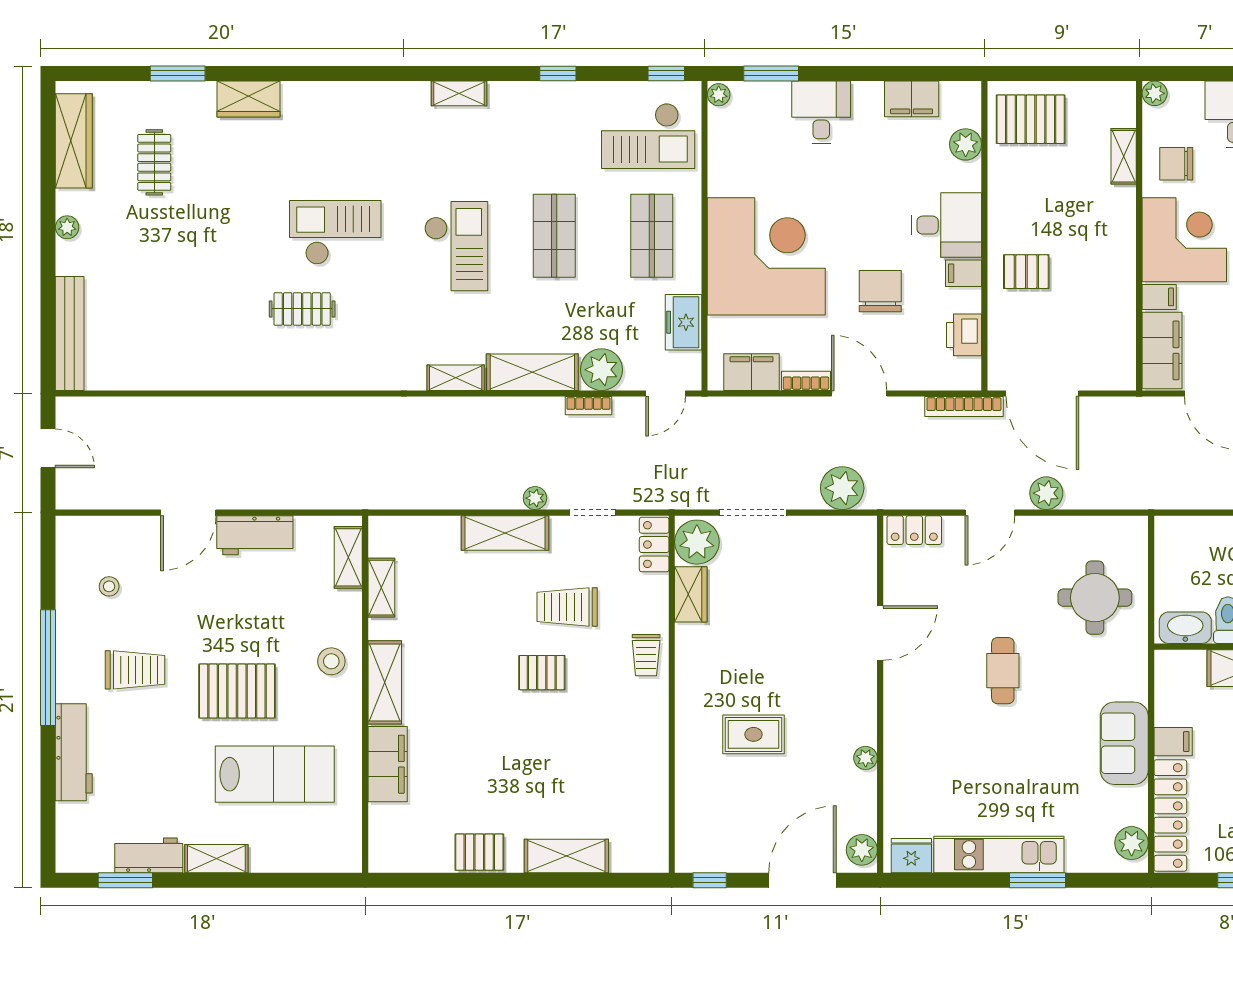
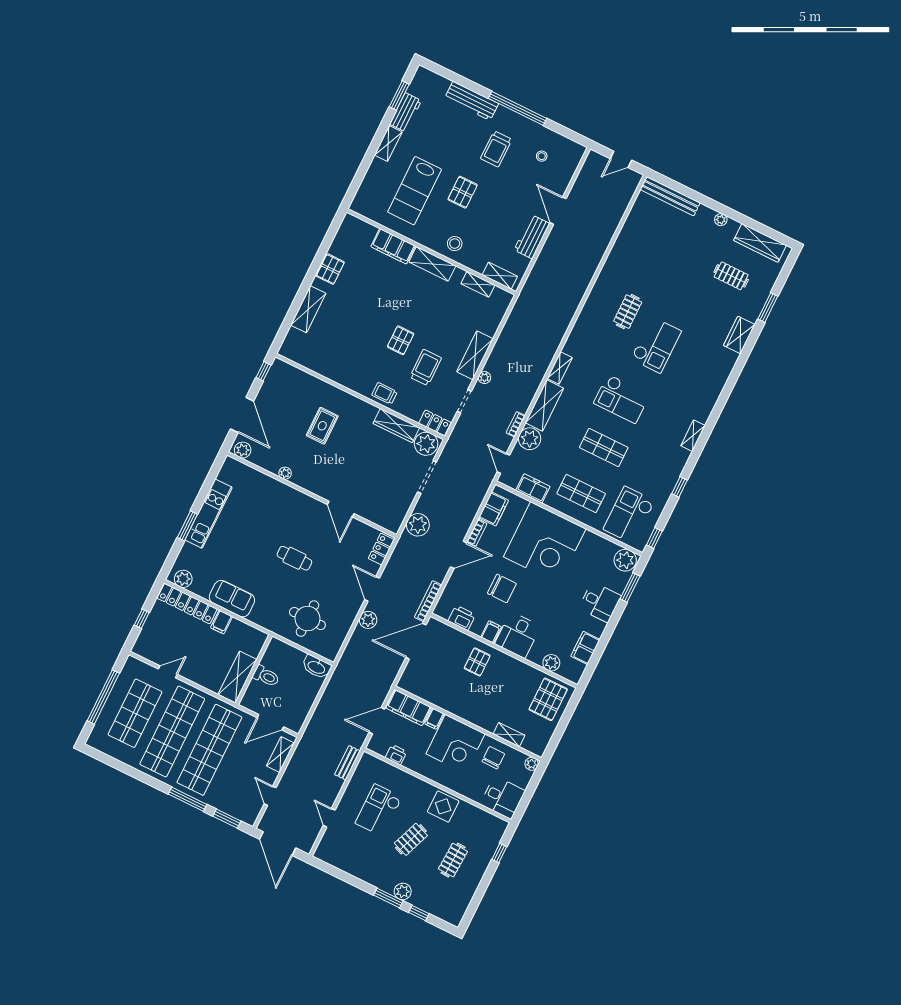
plant: (719, 95) -> (625, 560), width x1.88, depth x1.88
wardrobe: (691, 594) -> (396, 425), width x1.50
washbasin: (1185, 628) -> (317, 667), moved, turned 90
pallet: (237, 691) -> (463, 192), width x0.67, depth x0.71
fridge: (911, 856) -> (228, 472), removed

